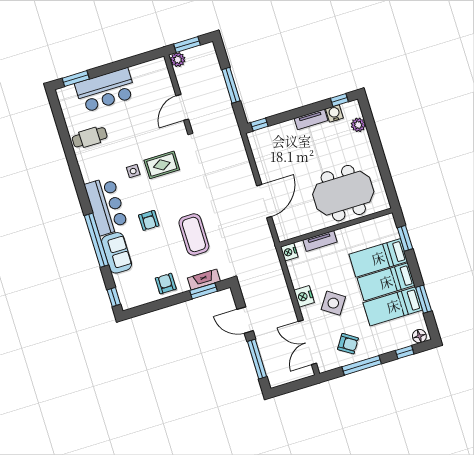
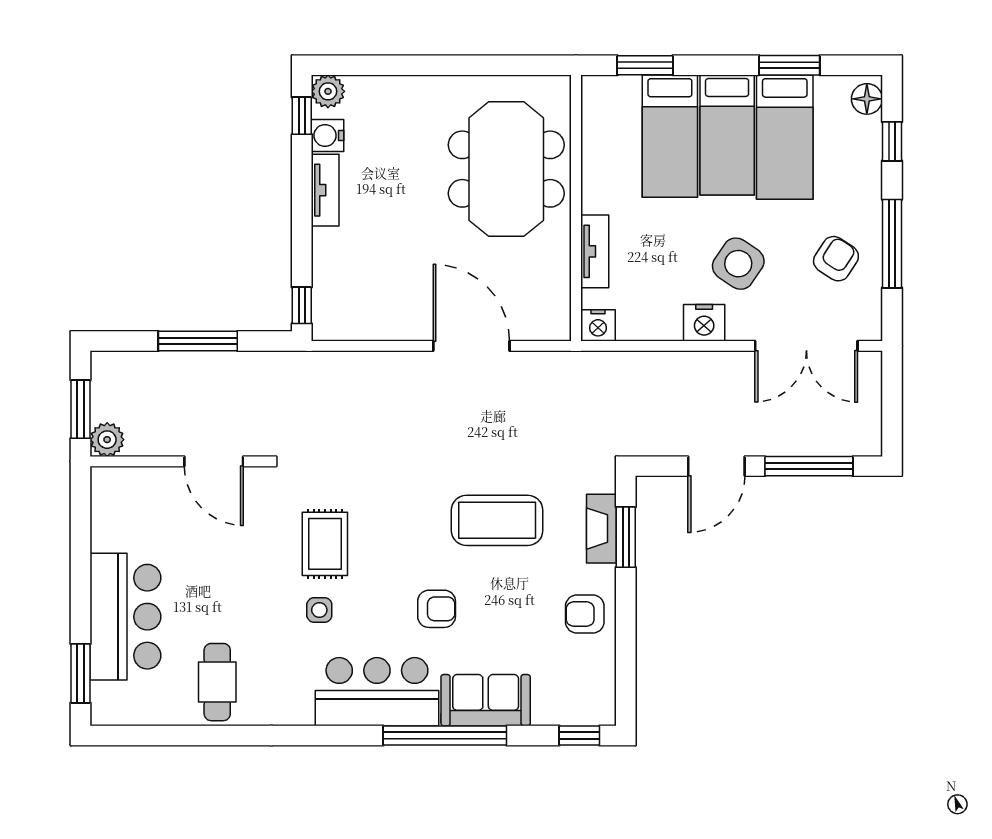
plant: (358, 125) -> (328, 91), moved

